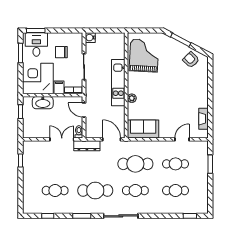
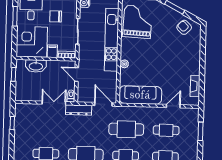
kitchen unit: (118, 83) -> (112, 40), width x1.36
sofa: (143, 129) -> (140, 95), width x1.36

